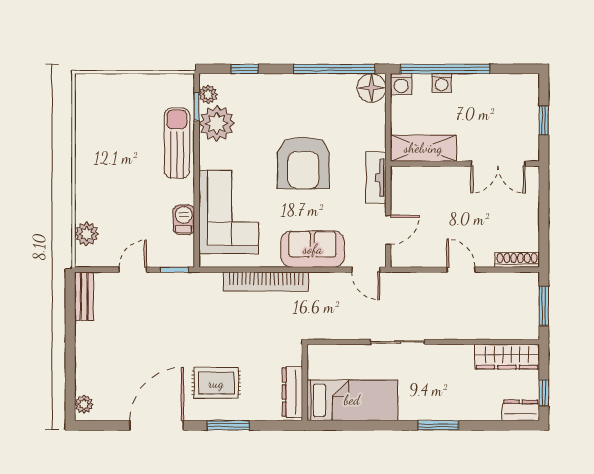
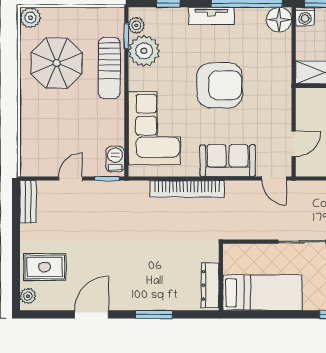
parasol: (117, 138) -> (57, 63), added
sun lounger: (177, 143) -> (109, 68), turned 180
armchair: (303, 163) -> (220, 85), turned -90
tv unit: (376, 178) -> (211, 16), moved, turned -90
barbecue: (184, 220) -> (115, 159), moved
plant: (87, 234) -> (30, 18), moved
rug: (216, 383) -> (45, 267), moved
door: (157, 425) -> (91, 314), width x0.73

